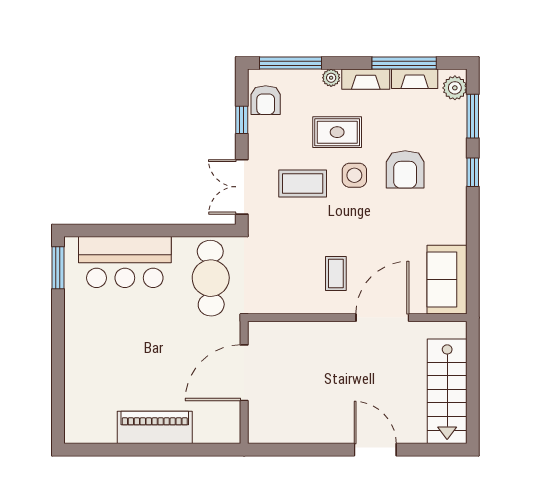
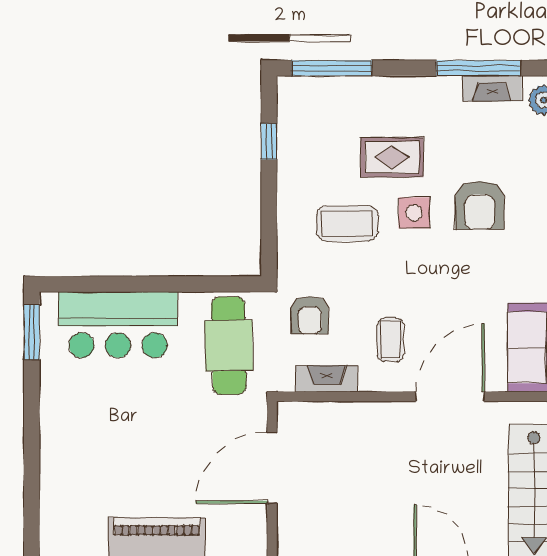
plant: (331, 78) -> (384, 87), removed
fireplace: (366, 79) -> (327, 379), moved, turned 180
armchair: (266, 100) -> (310, 315), moved
double door: (242, 187) -> (269, 228), removed

